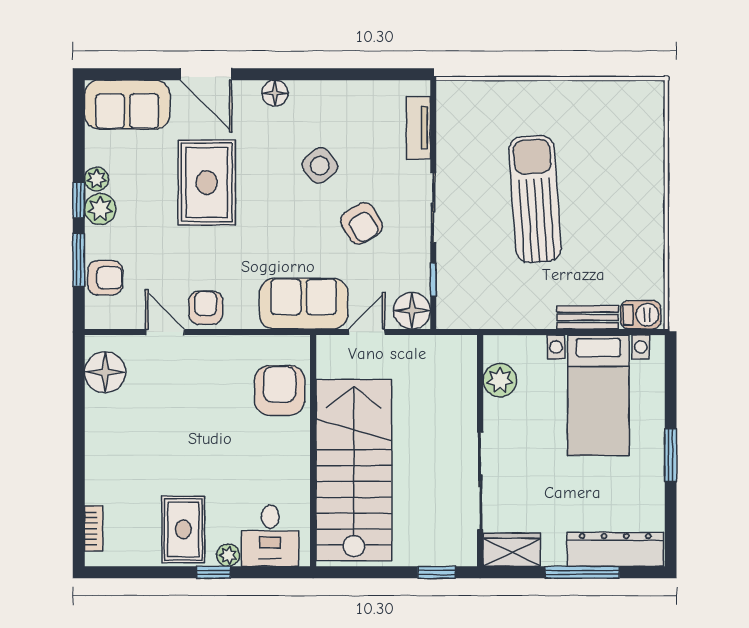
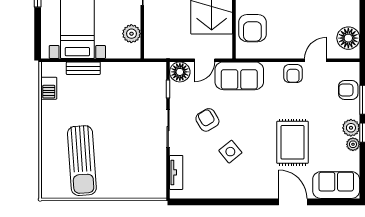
floor lamp: (275, 93) -> (255, 191), removed
sun lounger: (535, 199) -> (82, 161), moved
barbecue: (641, 315) -> (49, 88), moved, turned -90
door: (165, 332) -> (315, 60), swing flipped

